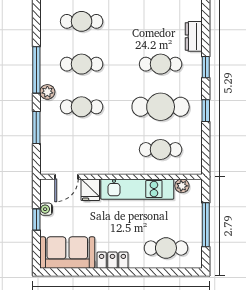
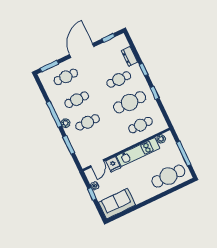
cafe table: (166, 248) -> (168, 176), width x1.37, depth x1.35
locker: (112, 260) -> (143, 196), removed

